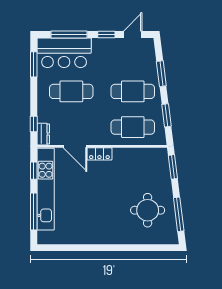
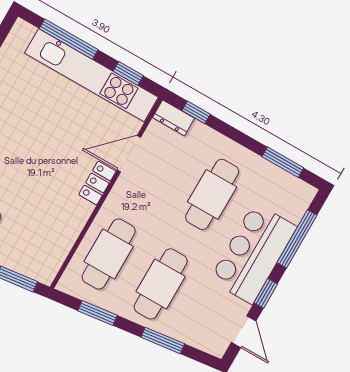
bar counter: (64, 53) -> (253, 253), moved

